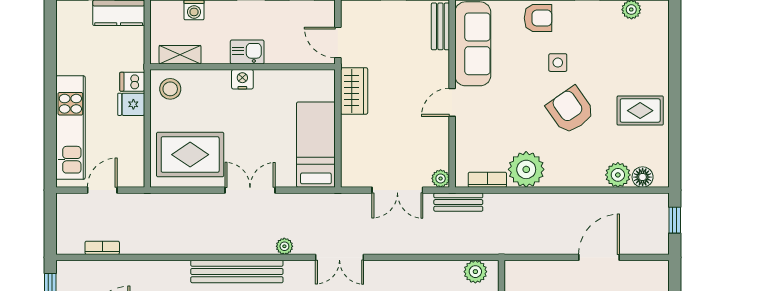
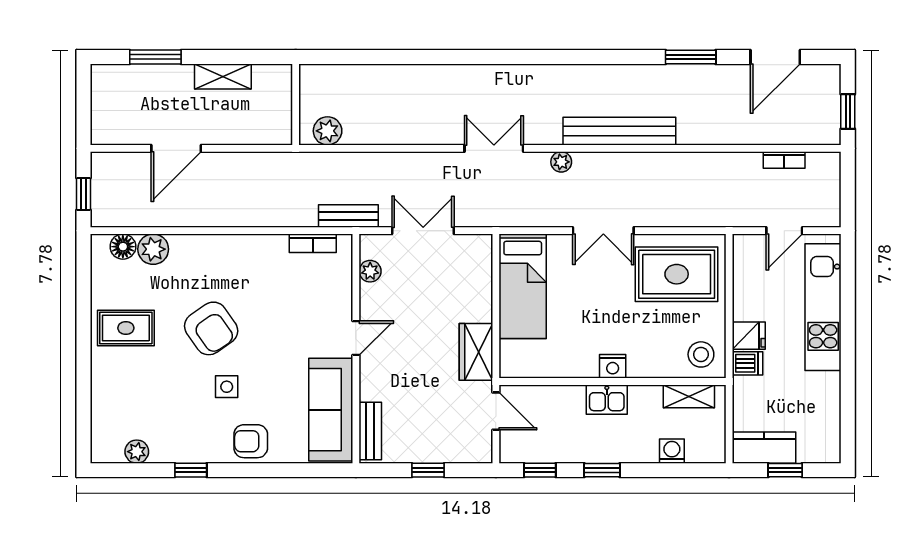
plant: (526, 169) -> (265, 256), removed
plant: (441, 178) -> (370, 271), moved

